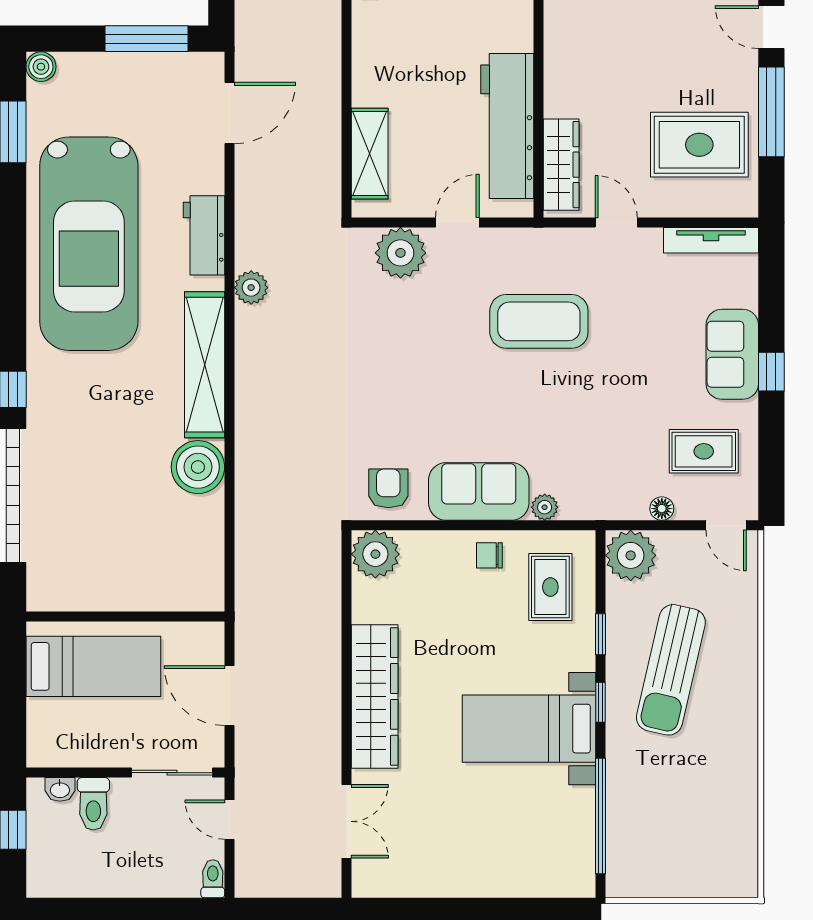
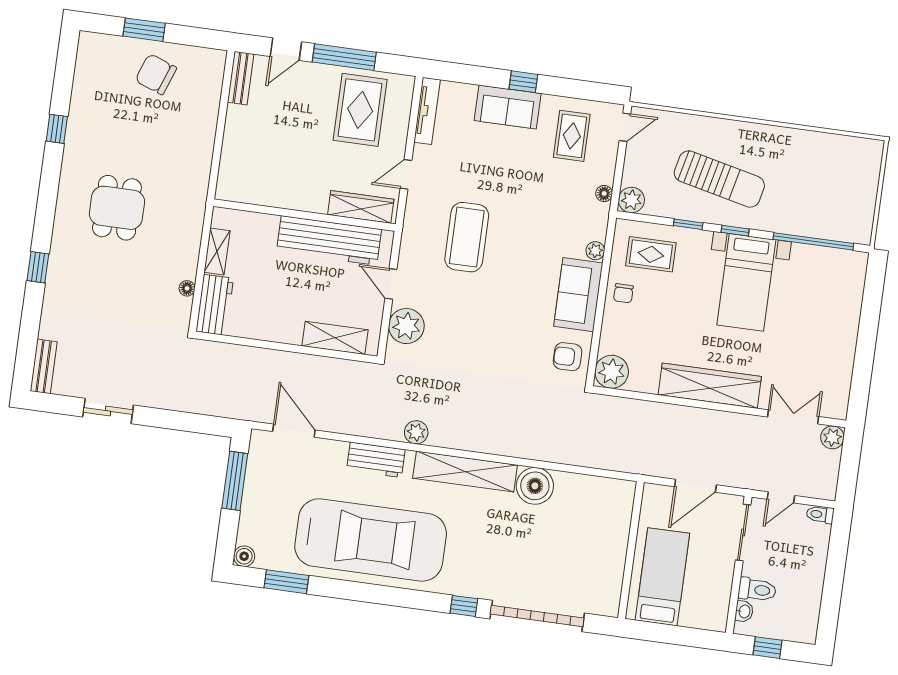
floor lamp: (662, 509) -> (604, 194), moved
plant: (631, 555) -> (631, 200), width x0.73, depth x0.73
plant: (325, 881) -> (832, 437), added

